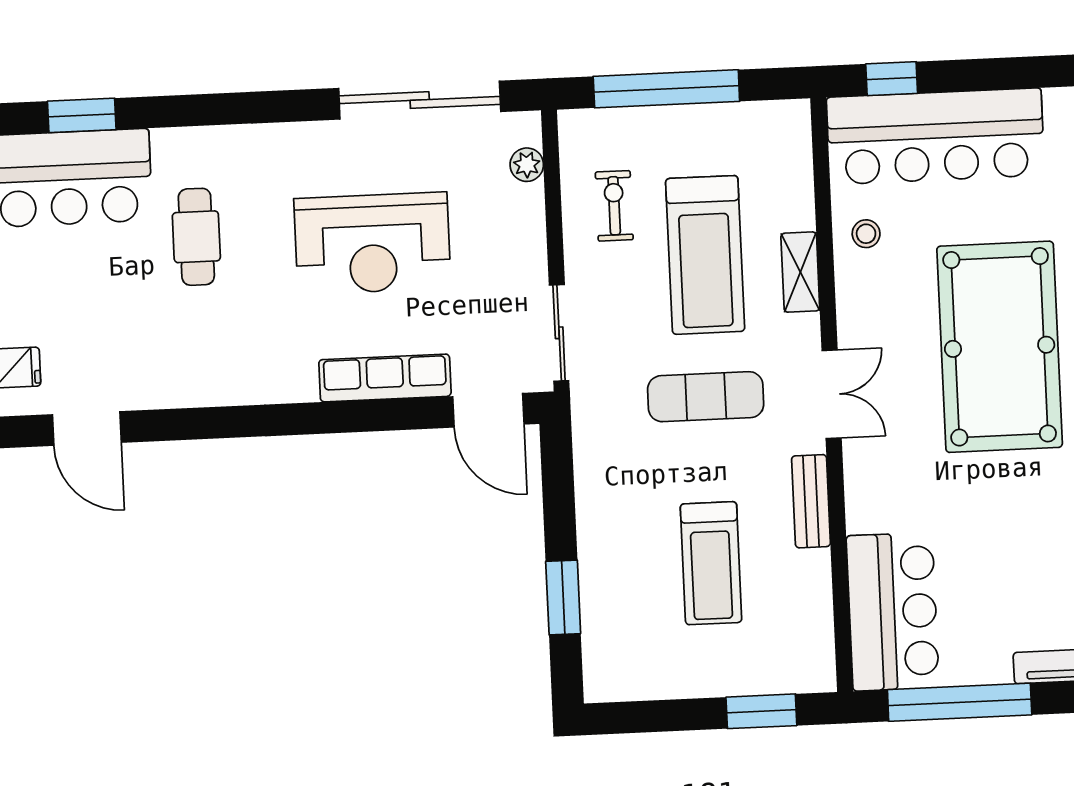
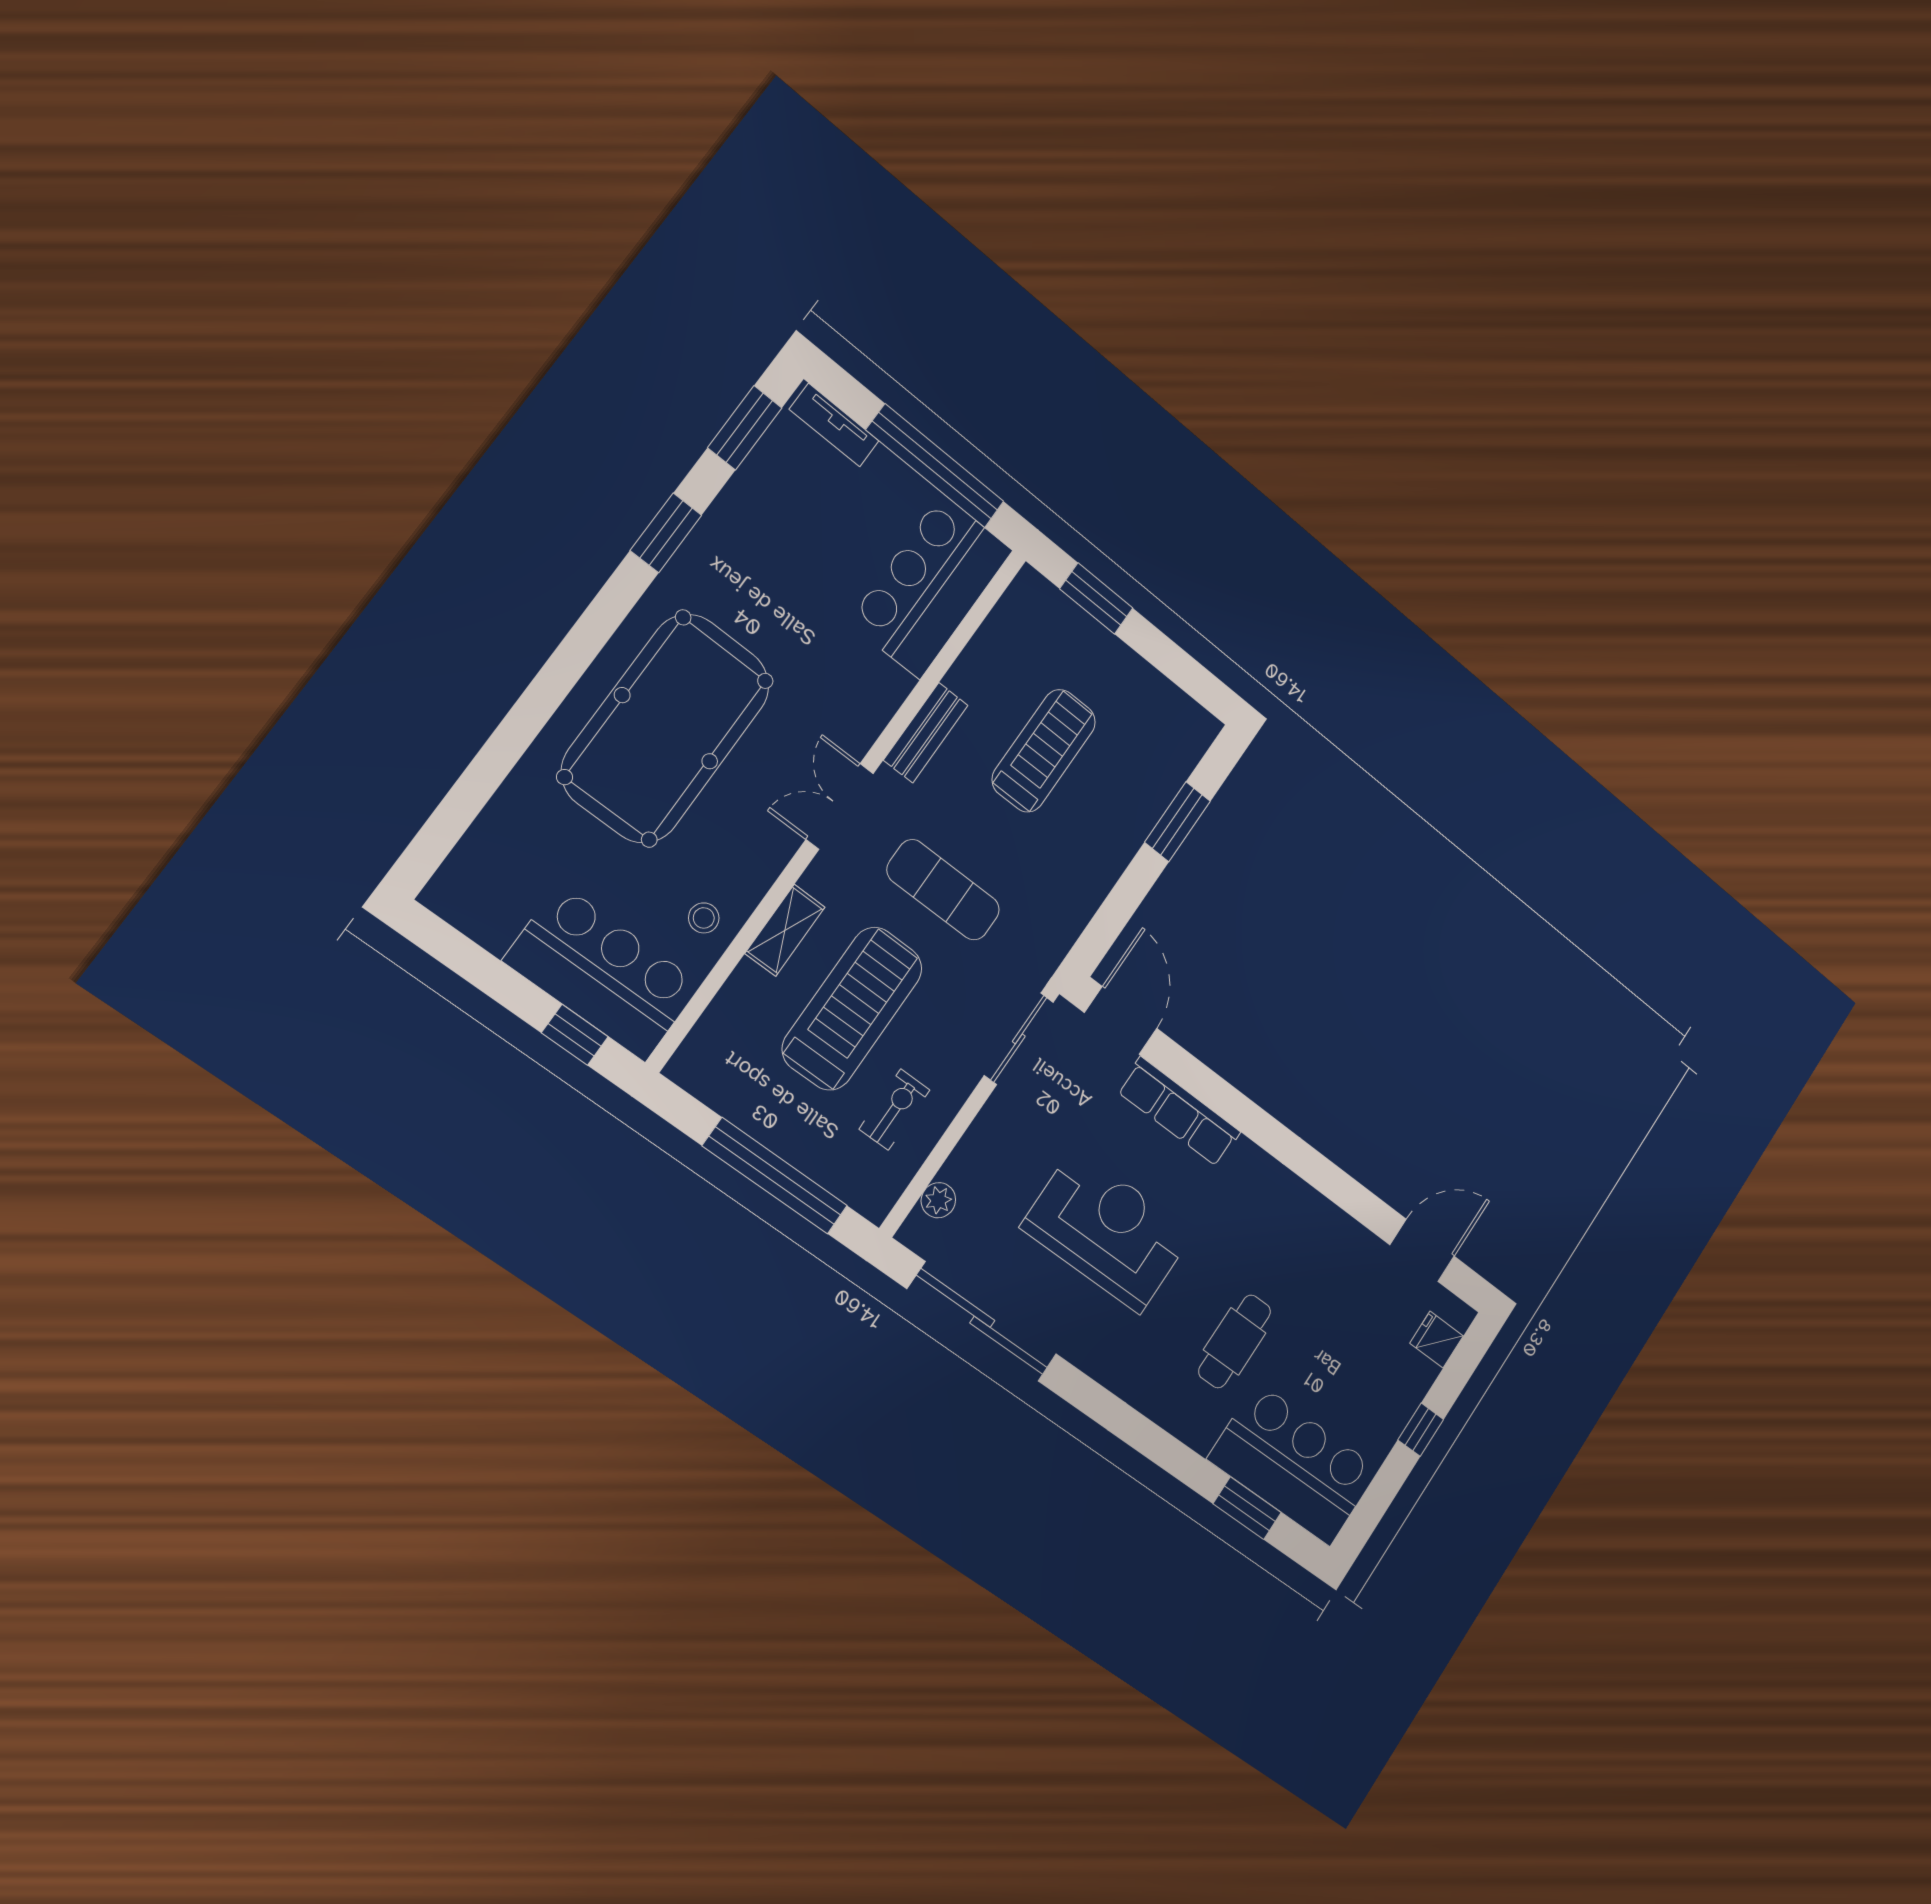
bar counter: (936, 136) -> (602, 973), width x0.73
exercise bike: (614, 206) -> (895, 1110), turned 180
door: (87, 429) -> (1422, 1250), hinge flipped

